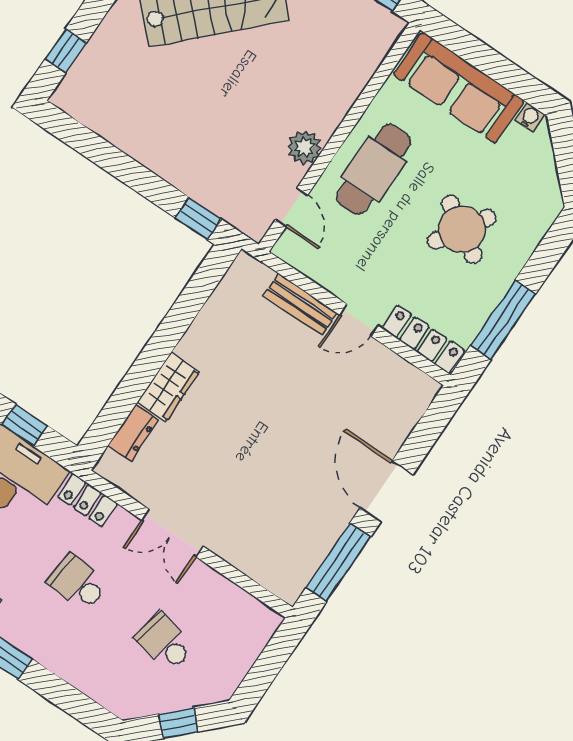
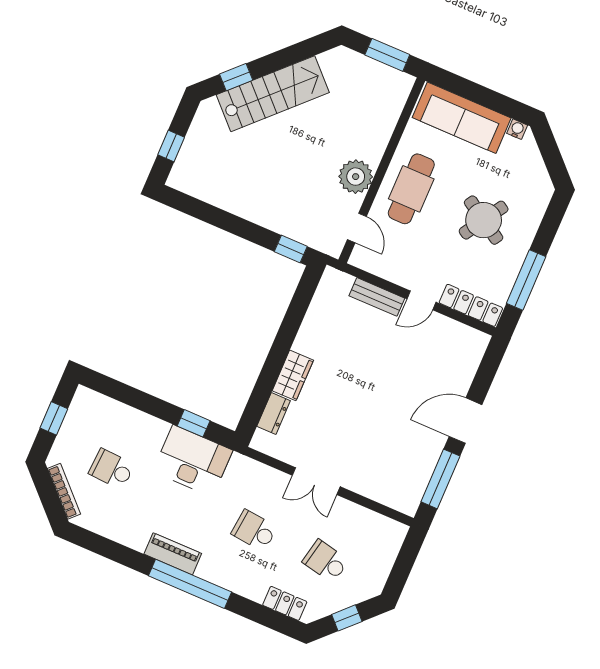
plant: (305, 147) -> (356, 177), width x1.36, depth x1.36
door: (387, 491) -> (466, 421), hinge flipped
locker: (88, 500) -> (285, 603), moved, turned 180

